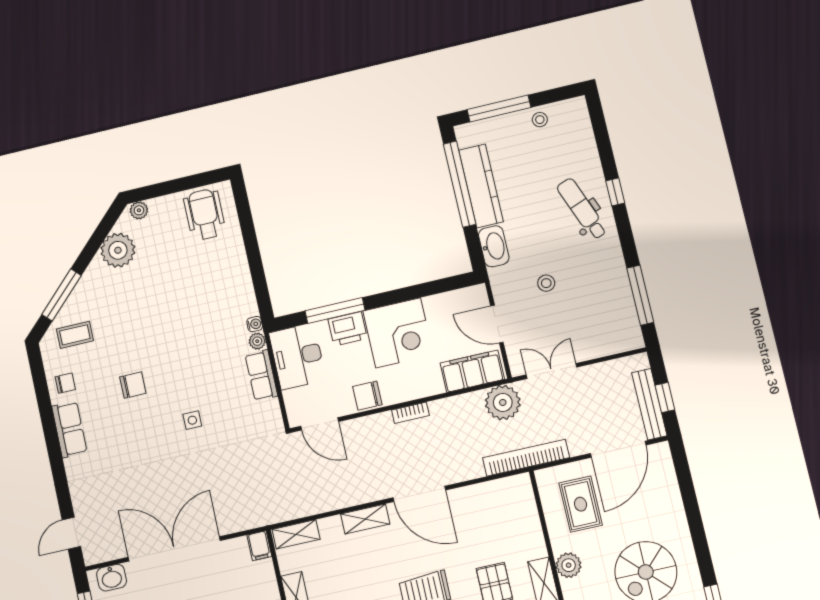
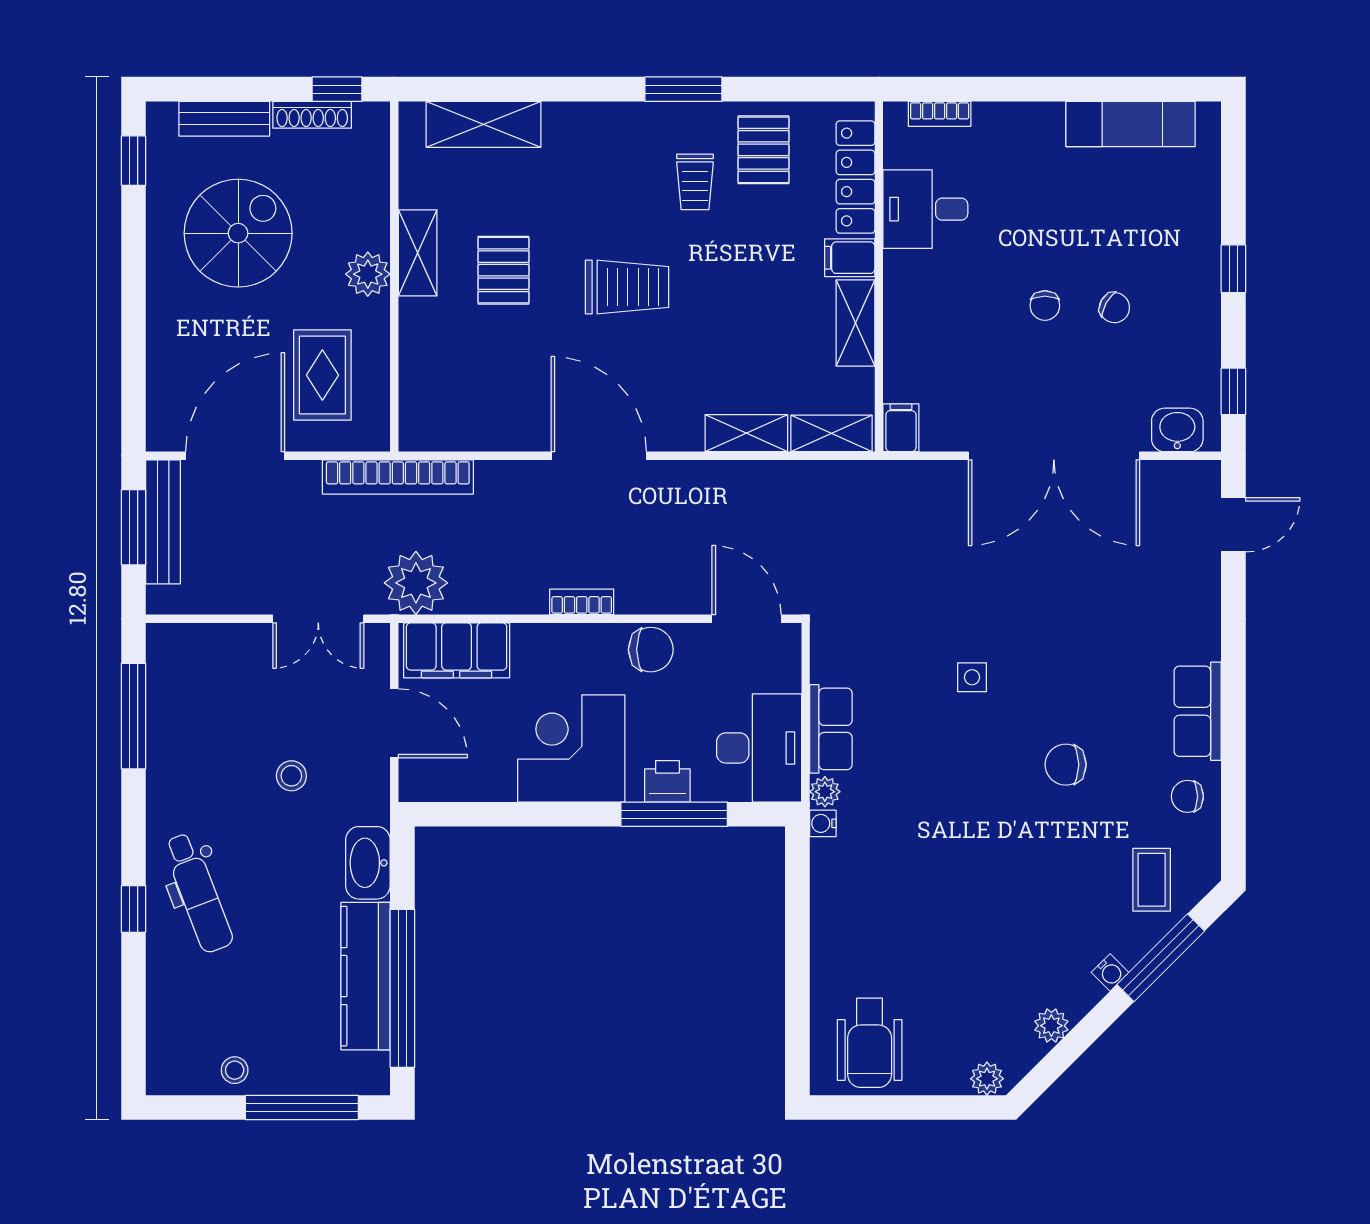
plant: (118, 250) -> (1051, 1026), width x0.53, depth x0.53
water cooler: (86, 281) -> (1110, 972), added
printer: (348, 329) -> (667, 781), width x0.73, depth x0.81
coffee table: (75, 335) -> (1152, 880), turned 90
window: (665, 398) -> (134, 527), width x1.50
shelving: (365, 519) -> (746, 433), moved

